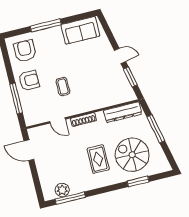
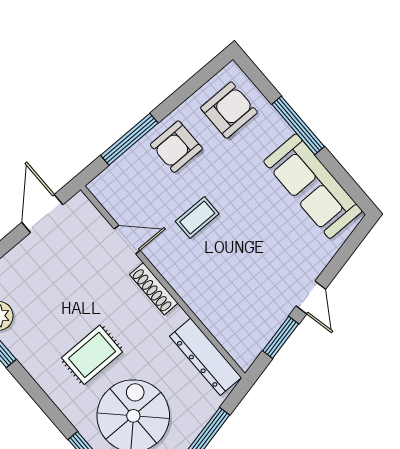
sofa: (80, 30) -> (313, 186), width x1.36
armchair: (29, 80) -> (176, 147), turned 90
door: (58, 120) -> (127, 240), swing flipped

